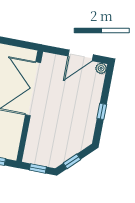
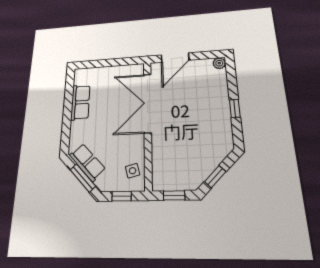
door: (81, 55) -> (175, 58), moved
side table: (10, 143) -> (133, 171), added

